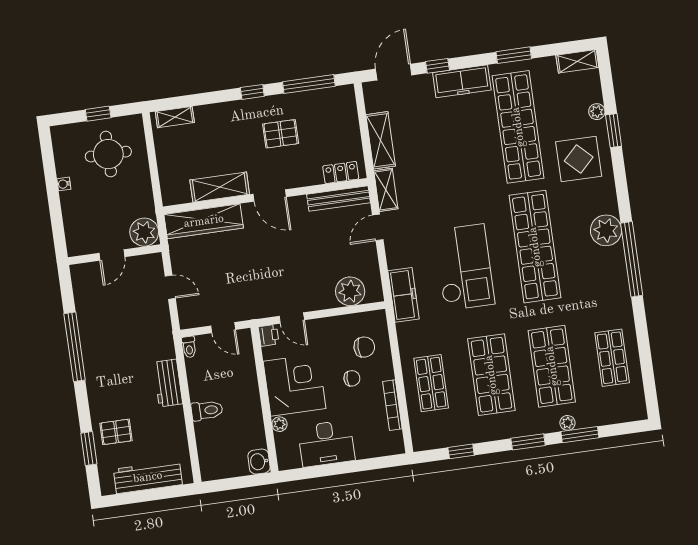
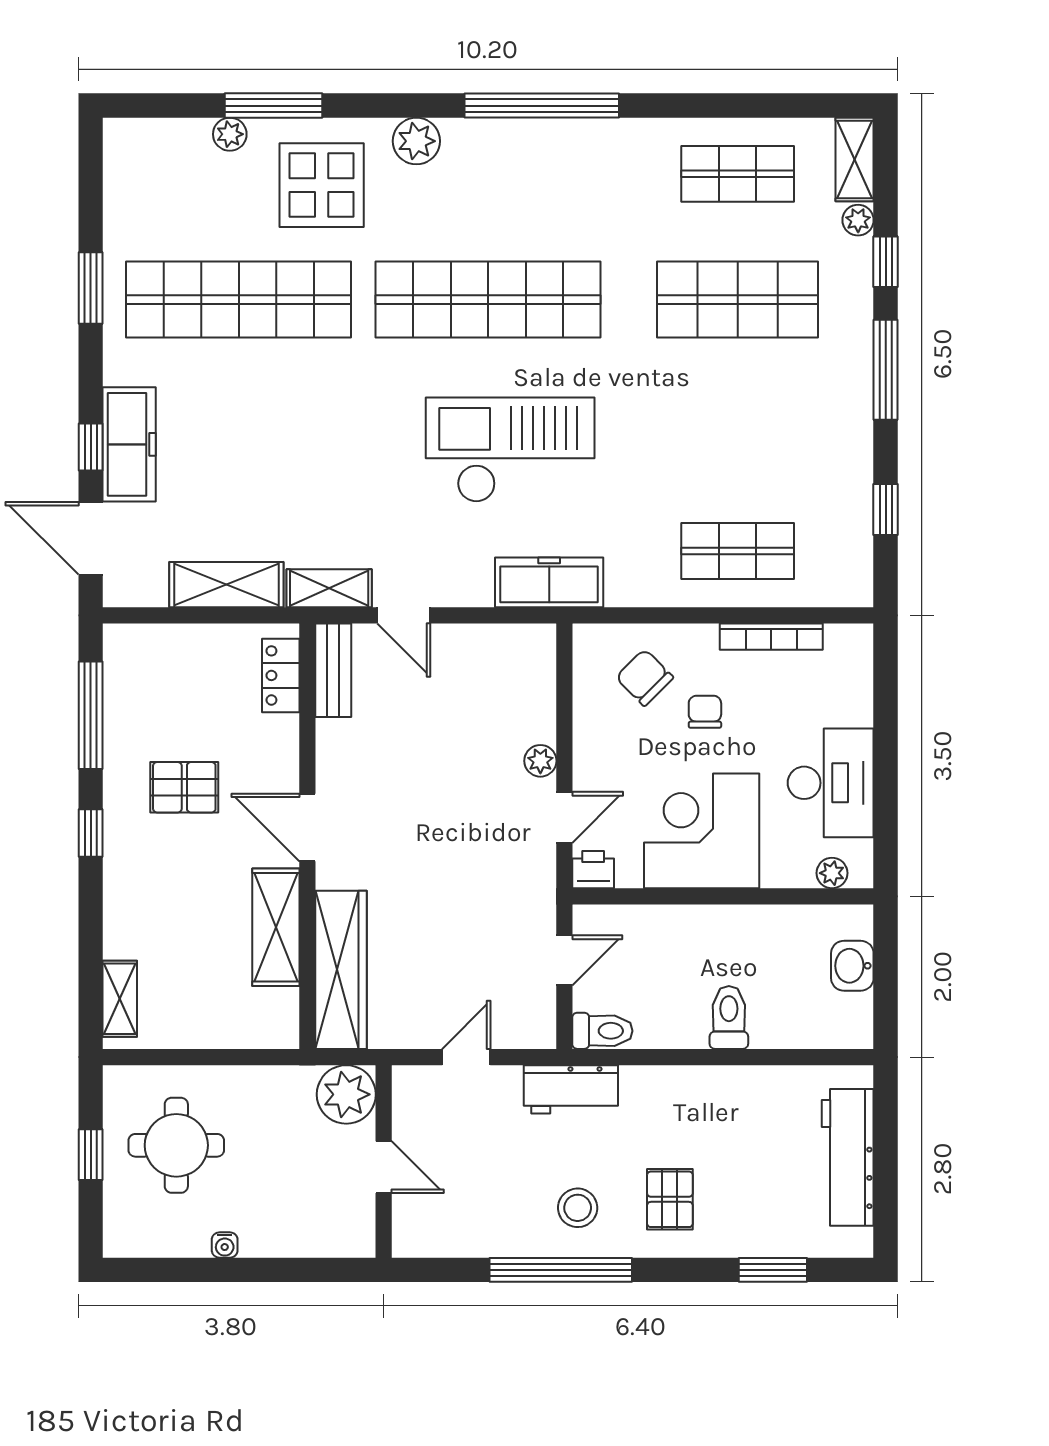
shelving: (577, 61) -> (855, 160), moved
freezer: (462, 81) -> (129, 444), moved
window: (614, 131) -> (273, 106), width x1.44
pallet: (281, 134) -> (184, 787), turned 90
door: (270, 195) -> (307, 827), swing flipped
bench: (339, 198) -> (333, 670), width x0.73
plant: (606, 230) -> (416, 141), moved, width x0.73, depth x0.73
plant: (350, 291) -> (540, 761), moved, width x0.53, depth x0.53
toilet: (189, 347) -> (602, 1031), width x1.37, depth x1.39
chair: (364, 347) -> (644, 677), turned -45
stool: (105, 351) -> (578, 1208), added
shop shelf: (491, 375) -> (738, 425), removed
workbench: (168, 383) -> (571, 1089), moved
plant: (567, 423) -> (858, 220), moved
plant: (279, 424) -> (832, 873), moved
pallet: (116, 432) -> (670, 1199), moved
window: (580, 435) -> (886, 262), width x0.67
window: (528, 442) -> (886, 370), width x1.44
washbasin: (259, 462) -> (852, 966), moved, turned 90

